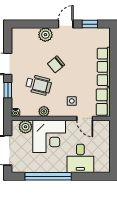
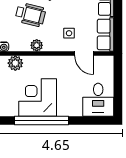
corner desk: (49, 136) -> (38, 97), moved, turned 180
desk: (80, 158) -> (98, 100), moved

